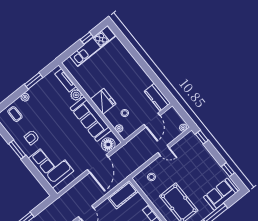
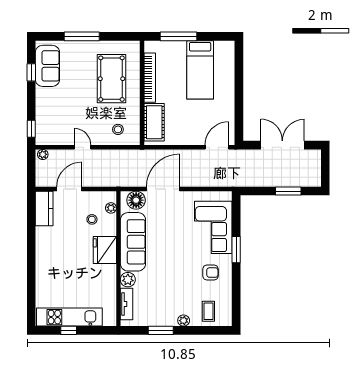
window: (17, 149) -> (236, 250), moved
sofa: (221, 194) -> (47, 66), moved, turned -90
cot: (123, 195) -> (154, 122), moved, turned 90

